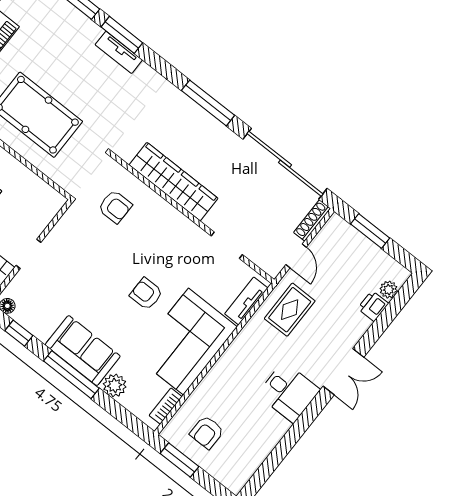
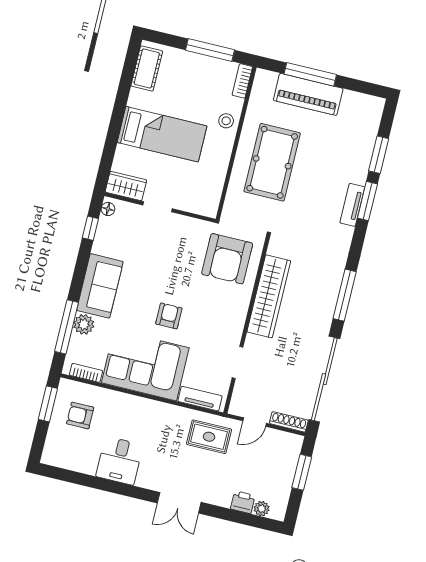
armchair: (115, 207) -> (227, 259), width x1.88, depth x1.88
window: (71, 375) -> (66, 327), moved
desk: (288, 392) -> (119, 461), moved

